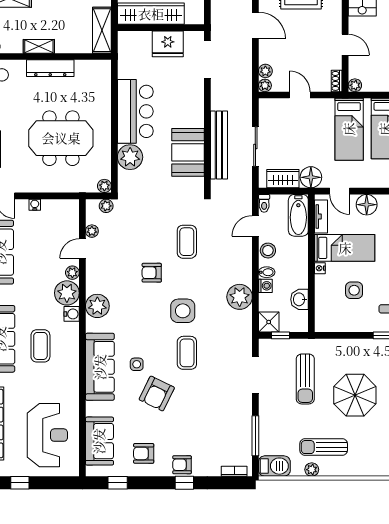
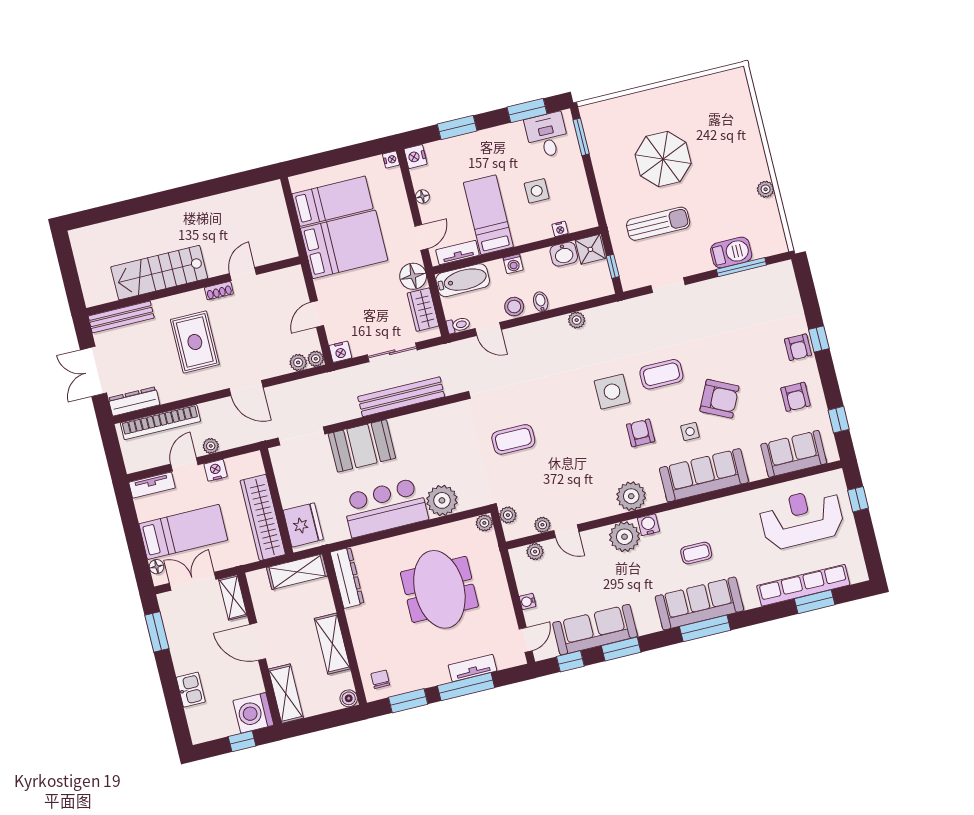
door: (255, 25) -> (246, 388), swing flipped
fridge: (168, 44) -> (303, 525), moved
shelving: (39, 46) -> (332, 644), width x1.50, depth x1.33
dresser: (50, 68) -> (347, 578), moved
shoe rack: (337, 81) -> (219, 291), moved
plant: (355, 85) -> (289, 250), removed
nightstand: (266, 106) -> (340, 352), added
bed: (349, 129) -> (344, 244), width x1.50
booth: (188, 152) -> (362, 446), moved
floor lamp: (367, 205) -> (422, 196), width x0.53, depth x0.53
coffee table: (187, 242) -> (513, 439), moved
nightstand: (320, 268) -> (560, 229), moved
plant: (72, 273) -> (535, 552), moved
armchair: (152, 273) -> (641, 433), moved, turned 180
washing machine: (265, 286) -> (513, 264), moved, turned 180
plant: (240, 297) -> (577, 320), width x0.53, depth x0.53
shower: (269, 322) -> (590, 249), moved
coffee table: (40, 346) -> (696, 553), width x0.73, depth x0.77
doorway: (255, 375) -> (668, 285), width x0.73
sun lounger: (324, 447) -> (735, 182), removed
barbecue: (274, 466) -> (731, 252), moved, turned 90
bookcase: (234, 471) -> (790, 283), removed
window: (20, 483) -> (858, 499), moved

